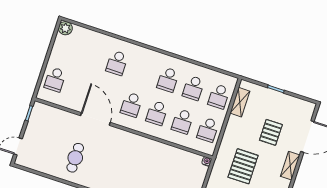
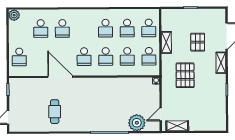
school desk: (92, 54) -> (41, 29), added
shelving: (240, 102) -> (166, 42), moved

